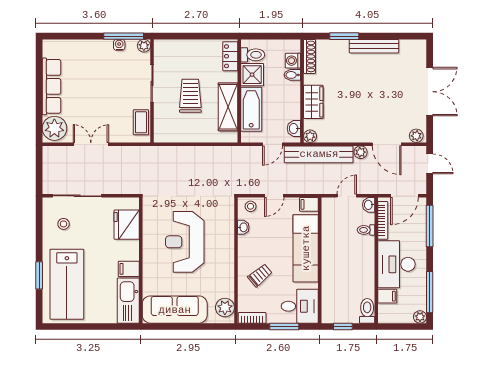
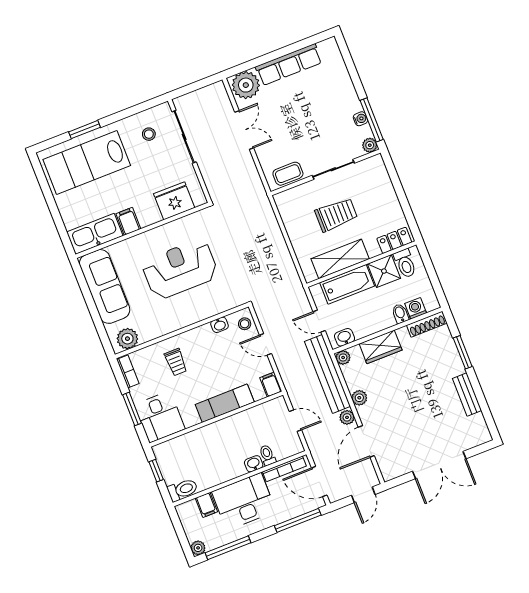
bench: (374, 46) -> (467, 395), width x0.73
plant: (416, 136) -> (359, 398), moved
washbasin: (369, 205) -> (254, 464), moved
exam couch: (306, 248) -> (225, 403), width x0.73, depth x0.69
trolley: (260, 275) -> (176, 362), turned 40

